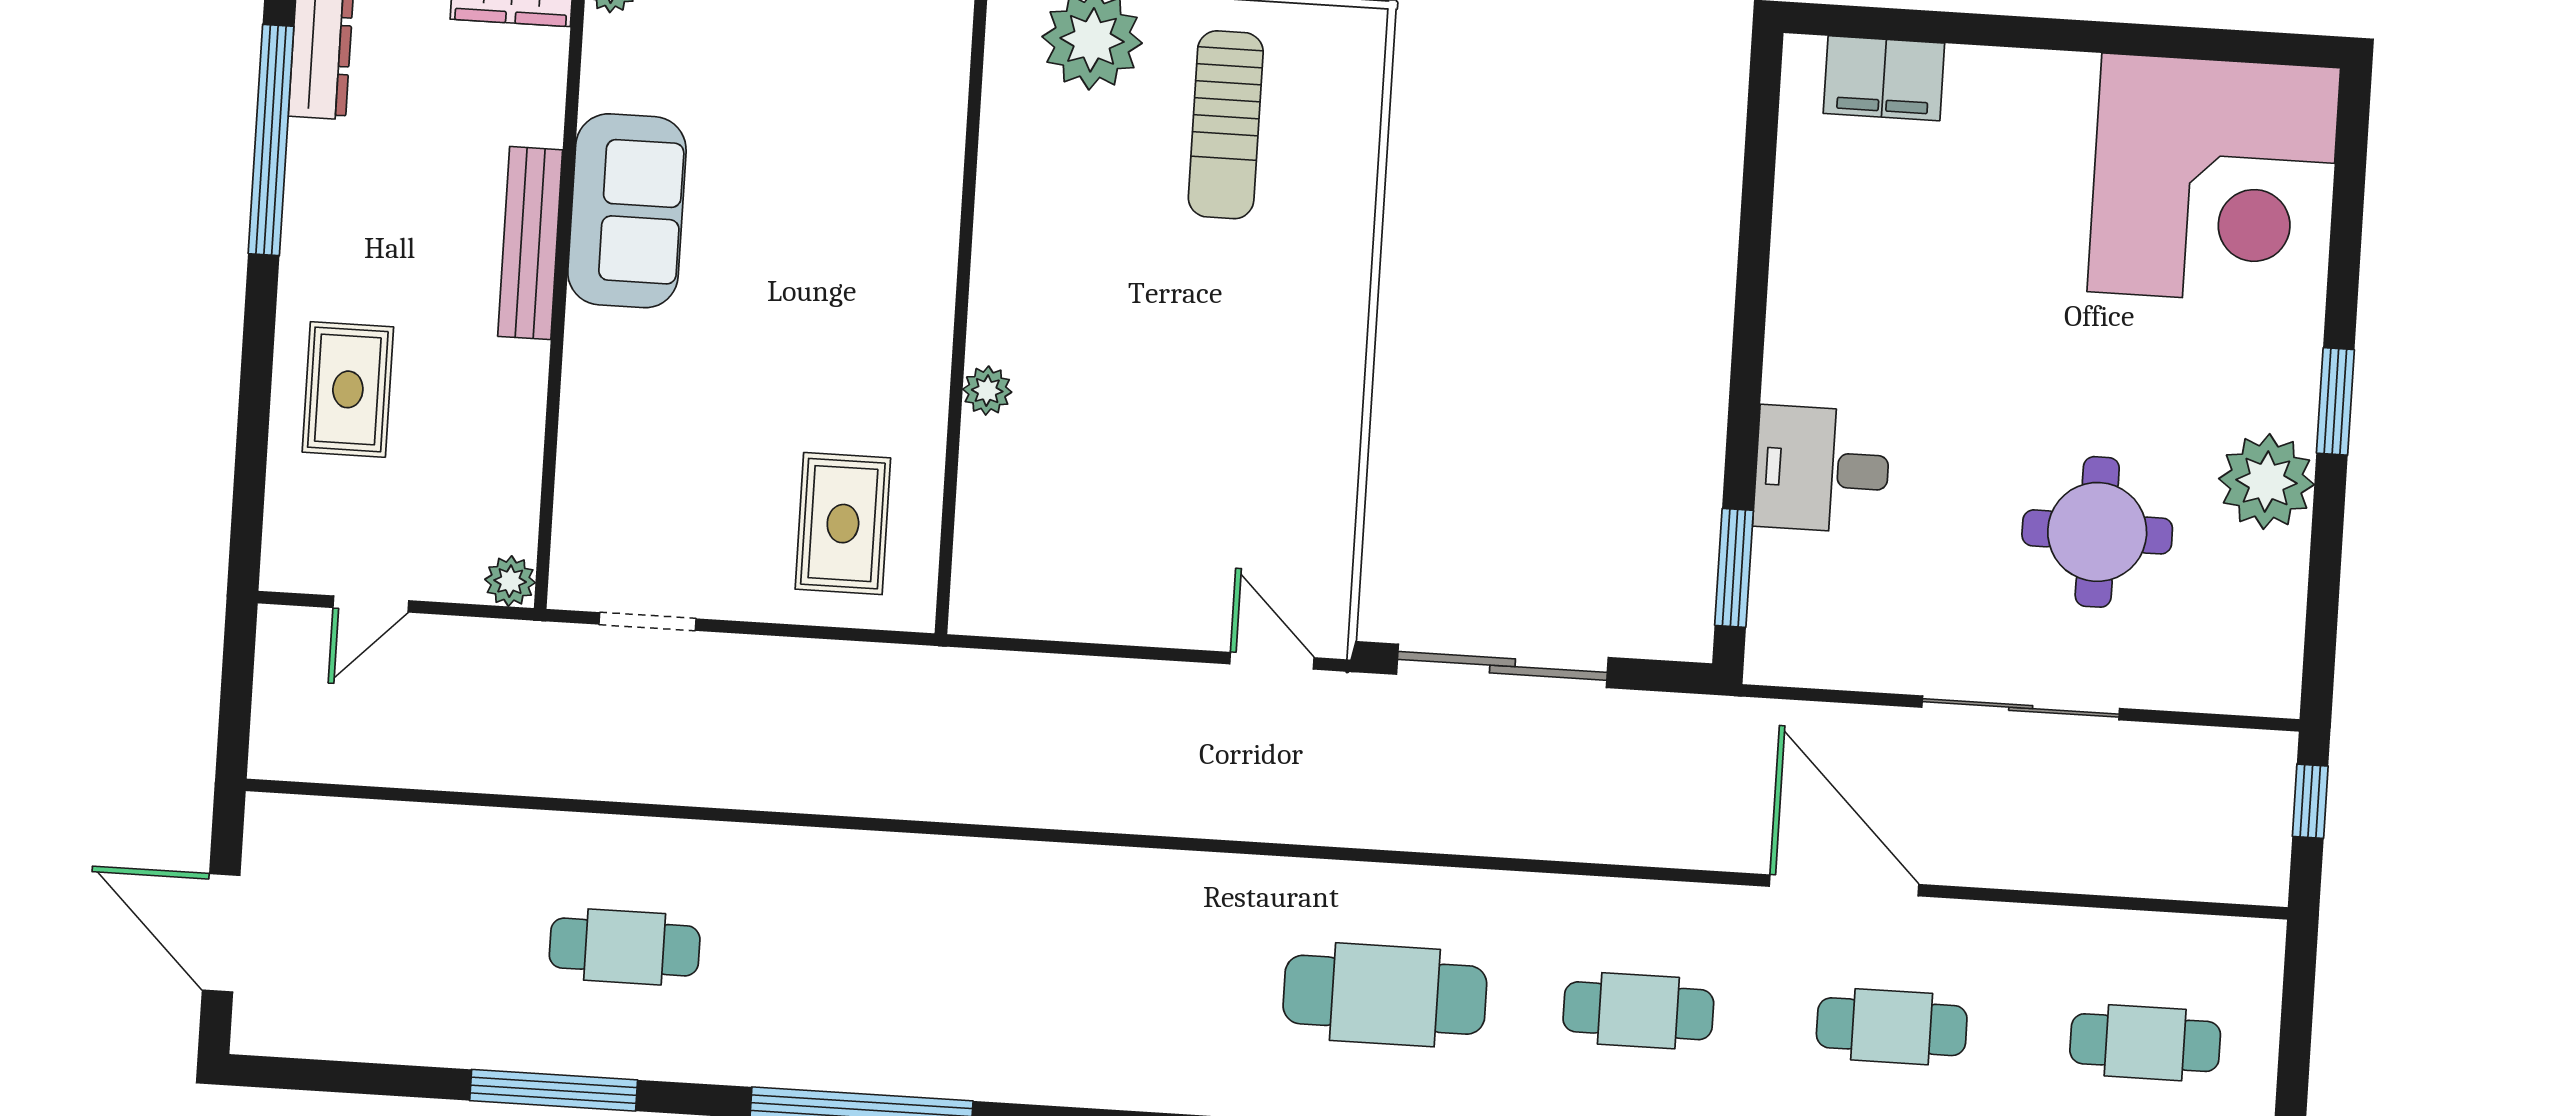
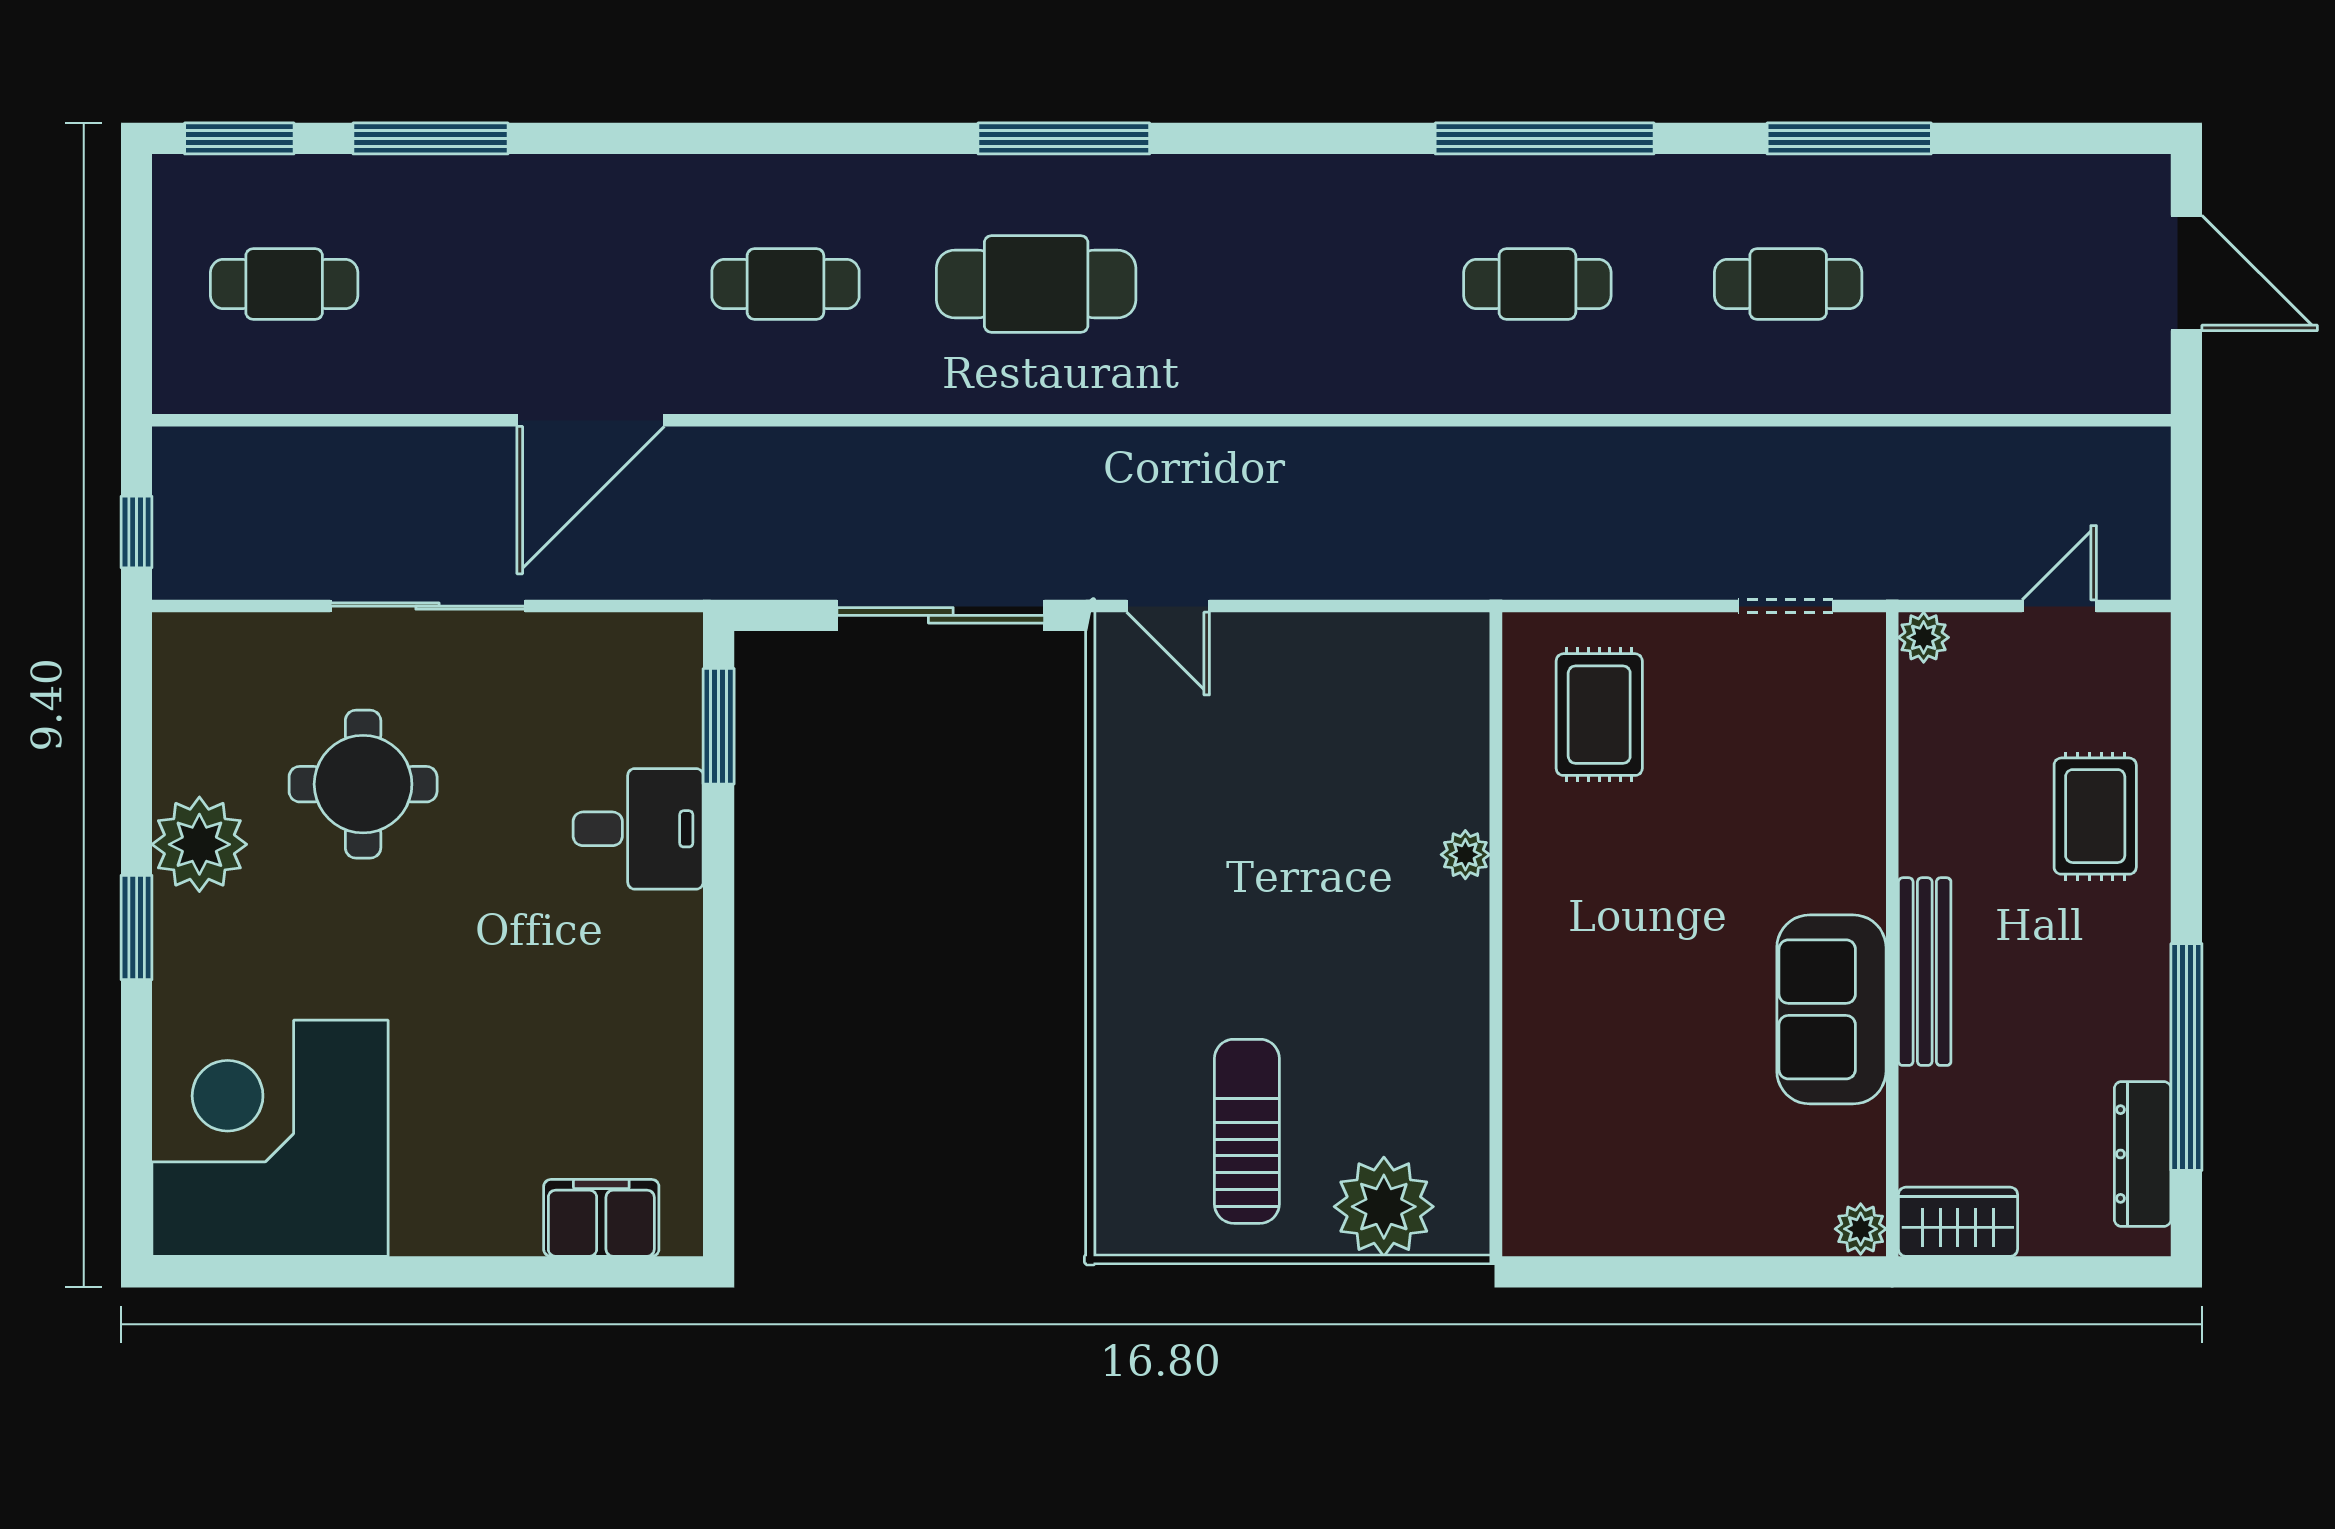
door: (1844, 885) -> (591, 420), hinge flipped
cafe table: (1892, 1027) -> (1537, 284), moved

